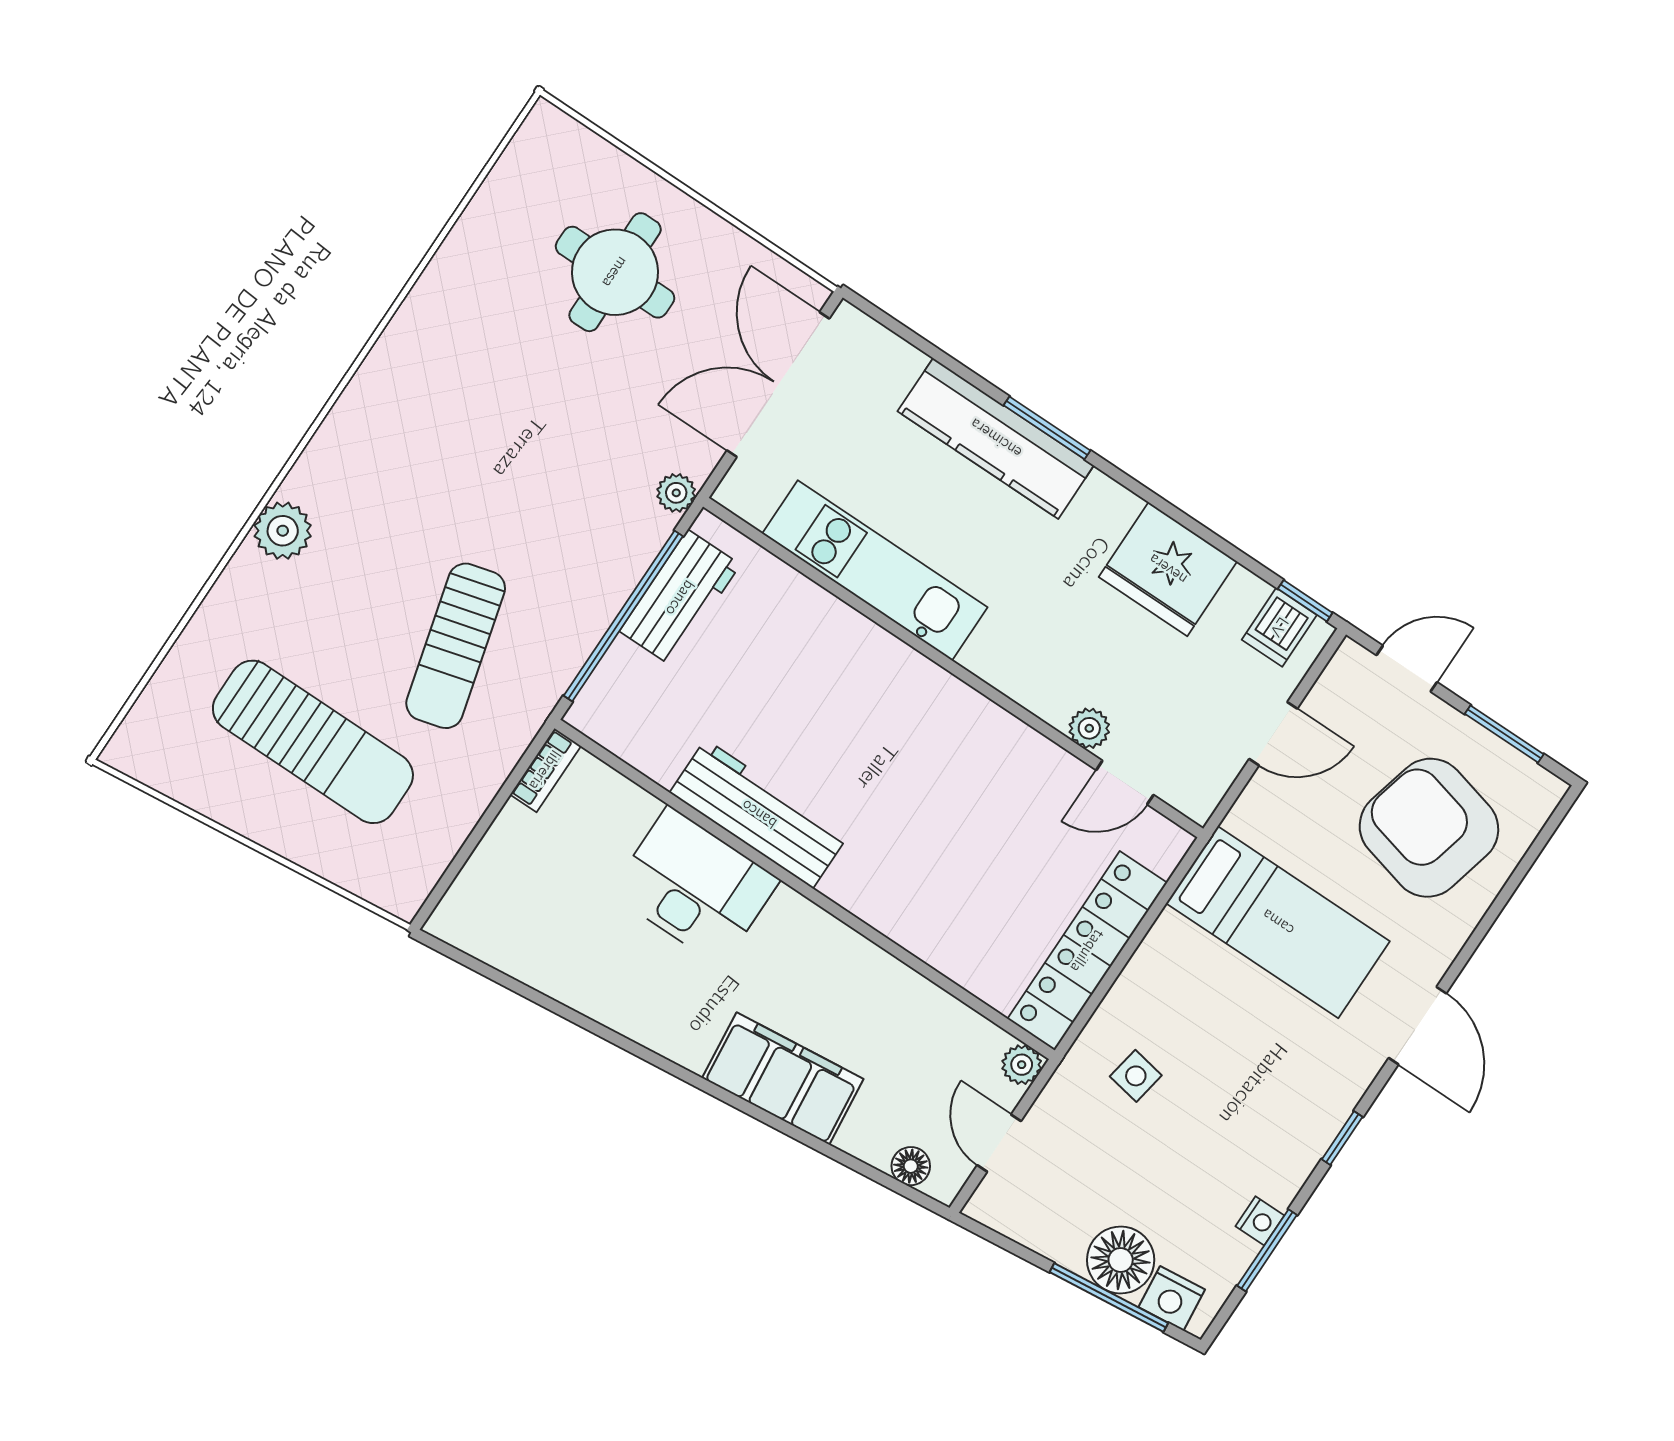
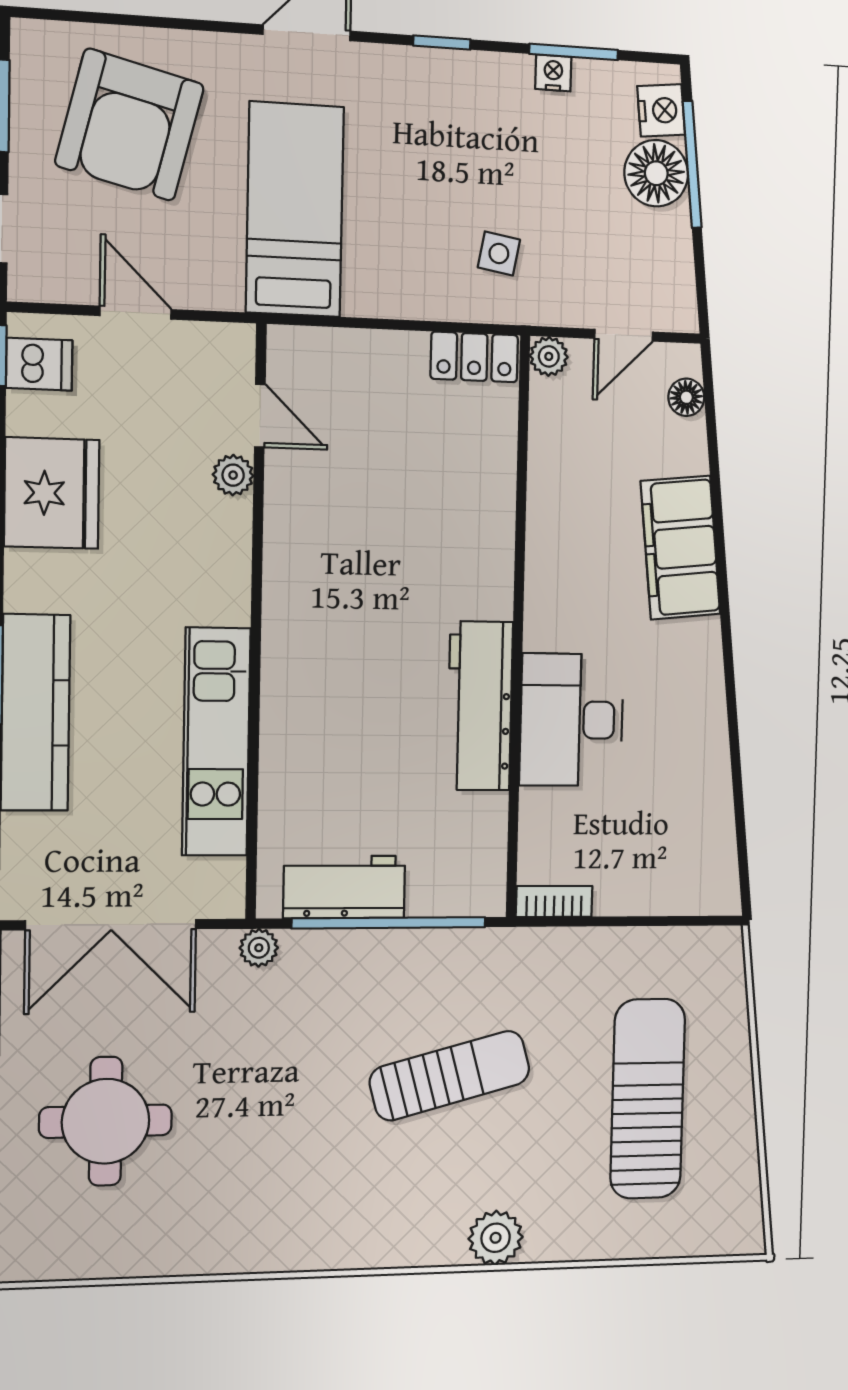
sun lounger: (456, 646) -> (450, 1076), moved
locker: (1087, 951) -> (474, 357), width x0.46, depth x0.83

